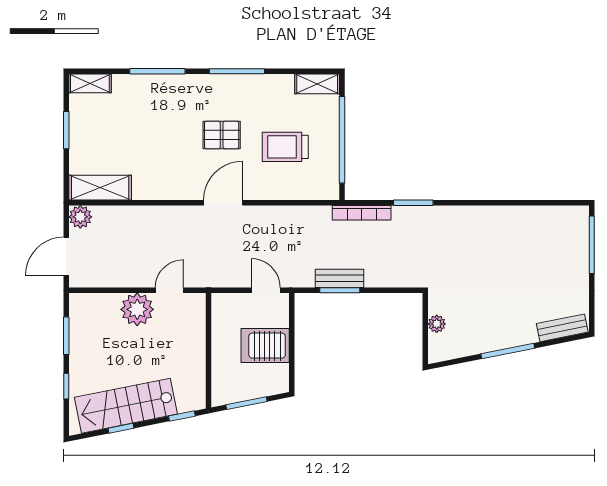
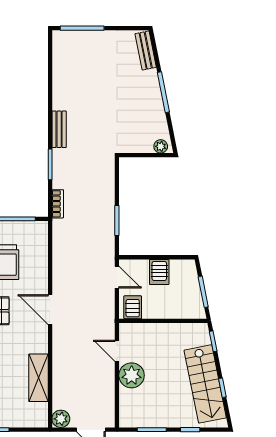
shelving: (100, 188) -> (38, 378), moved
bookcase: (362, 213) -> (58, 204), width x0.64
bench: (340, 278) -> (59, 129), moved
door: (266, 290) -> (117, 277), swing flipped
server rack: (226, 311) -> (133, 307), added
plant: (437, 324) -> (161, 146), moved
server rack: (265, 346) -> (159, 272), width x0.73, depth x0.70

